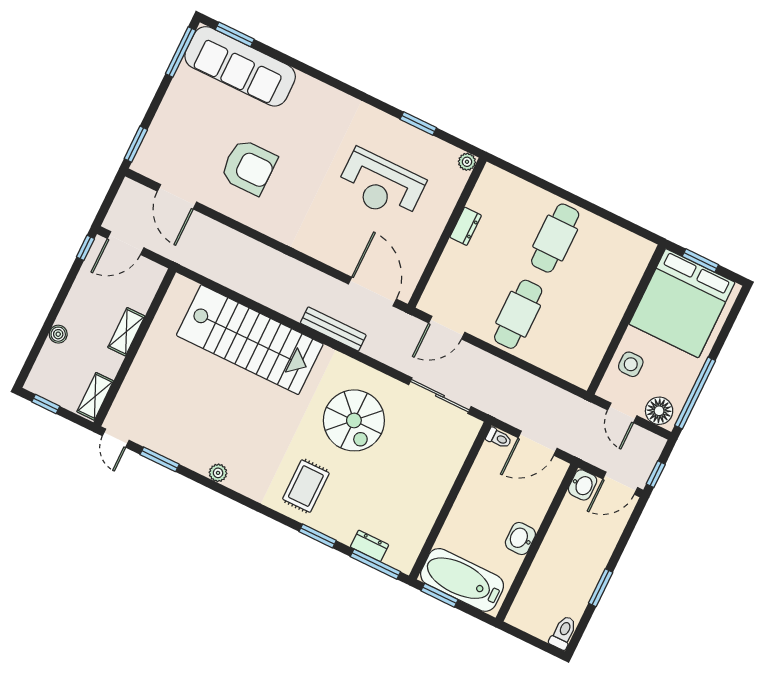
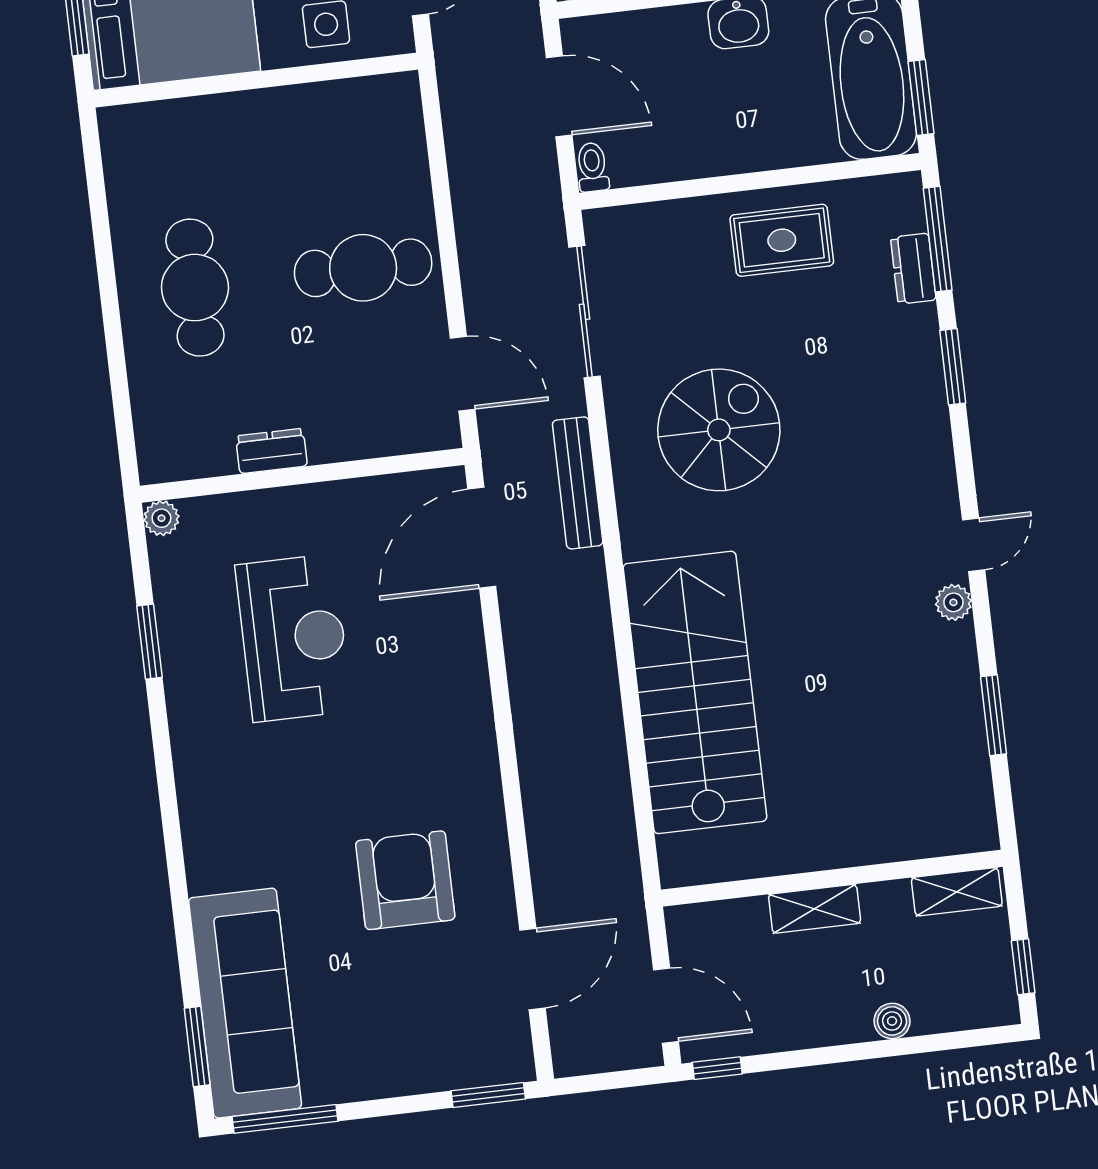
cafe table: (555, 238) -> (195, 288), turned 90
bench: (333, 329) -> (578, 483), moved
door: (116, 438) -> (974, 545), moved
rug: (306, 486) -> (782, 240), moved

